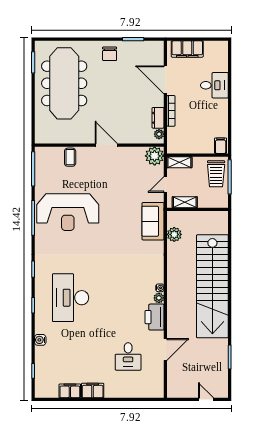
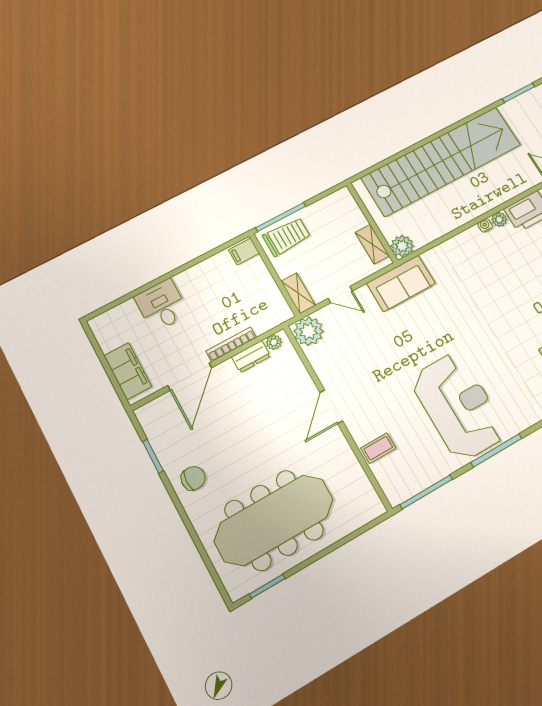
shelving: (185, 202) -> (372, 244), moved
wall: (198, 209) -> (372, 223), moved

